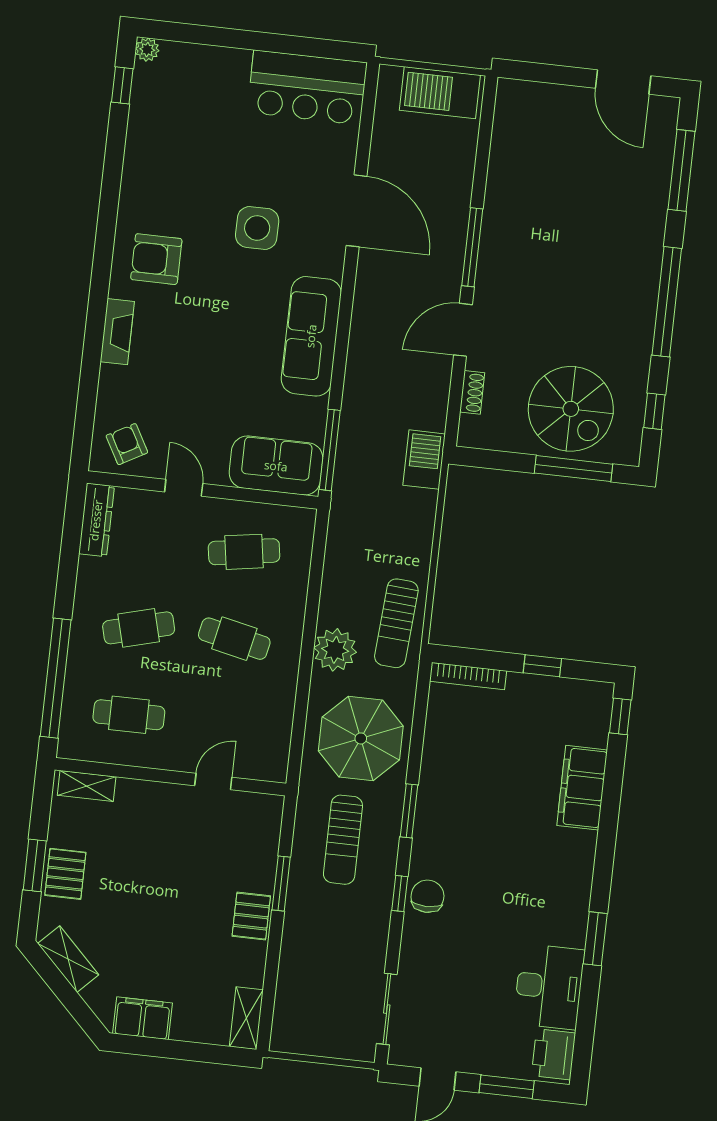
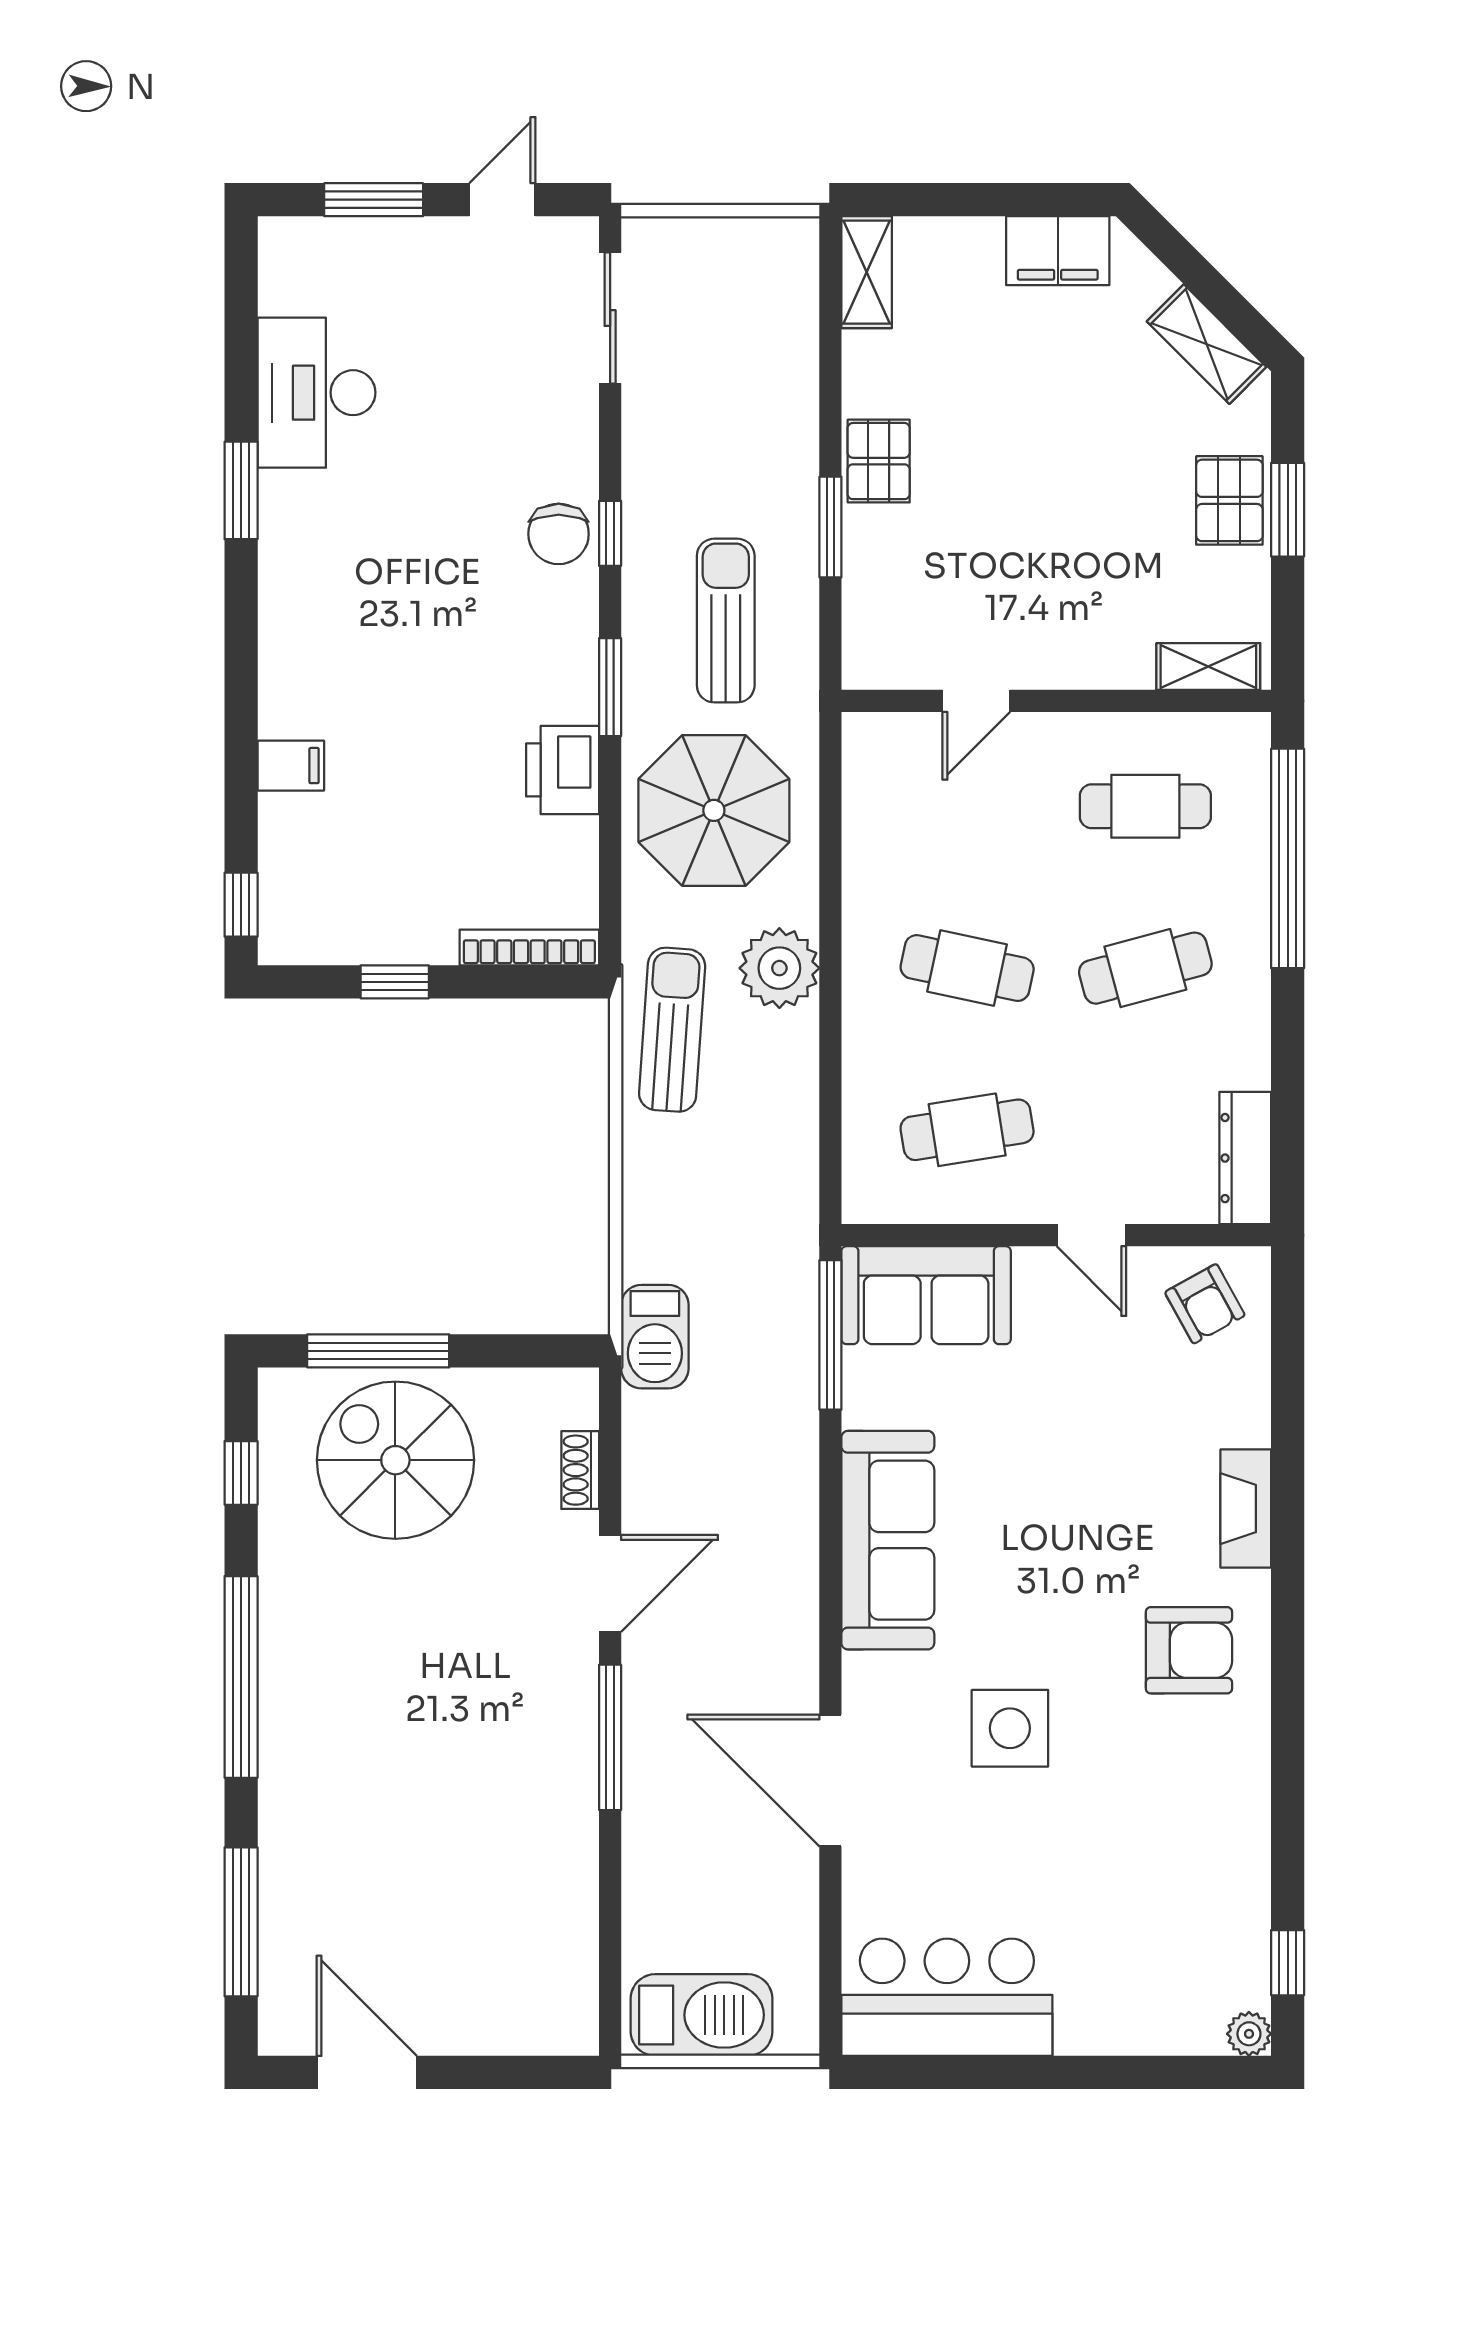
filing cabinet: (582, 788) -> (291, 766), width x0.33, depth x0.86
printer: (553, 1054) -> (563, 770), moved, turned 180

